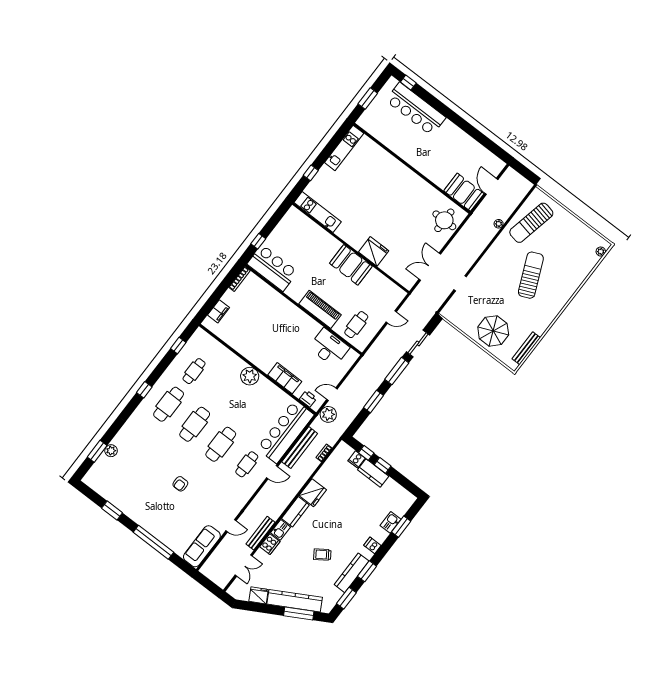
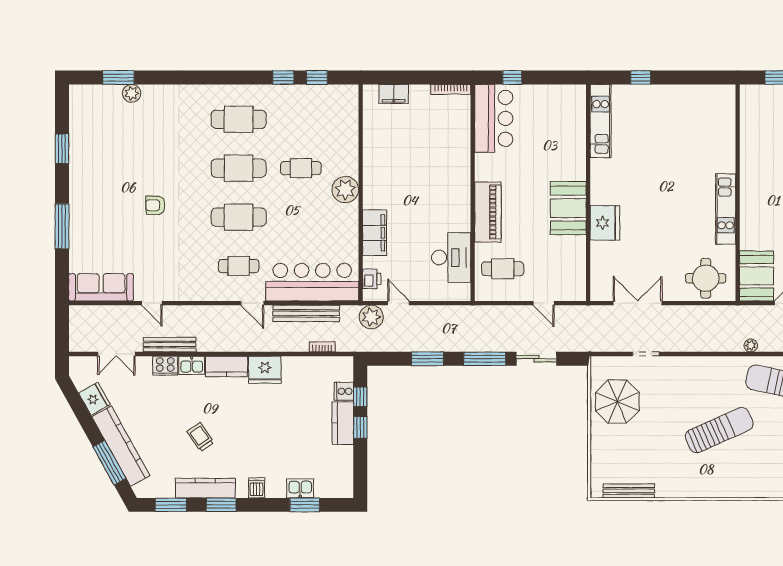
kitchen unit: (344, 148) -> (726, 209), moved, turned 90
parasol: (493, 331) -> (617, 402), moved
cafe table: (194, 371) -> (301, 168), moved
window: (144, 390) -> (283, 78), moved
window: (153, 542) -> (62, 226), width x0.68

